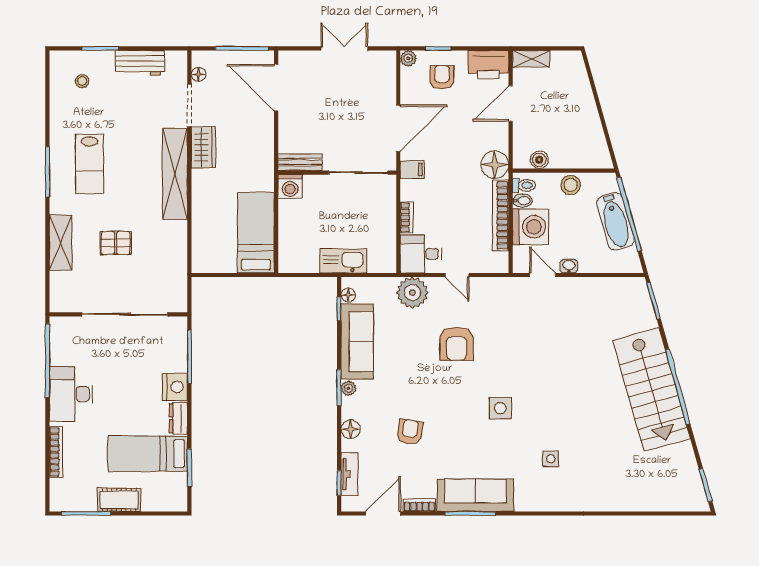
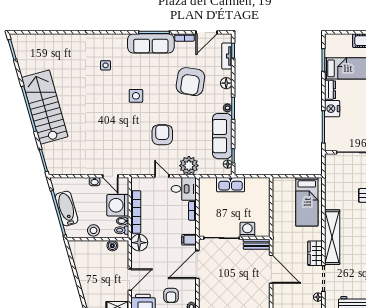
door: (276, 87) -> (271, 269), moved
washing machine: (290, 187) -> (247, 229), moved
bed: (256, 233) -> (307, 202), moved
armchair: (410, 432) -> (190, 82), width x1.88, depth x1.88

